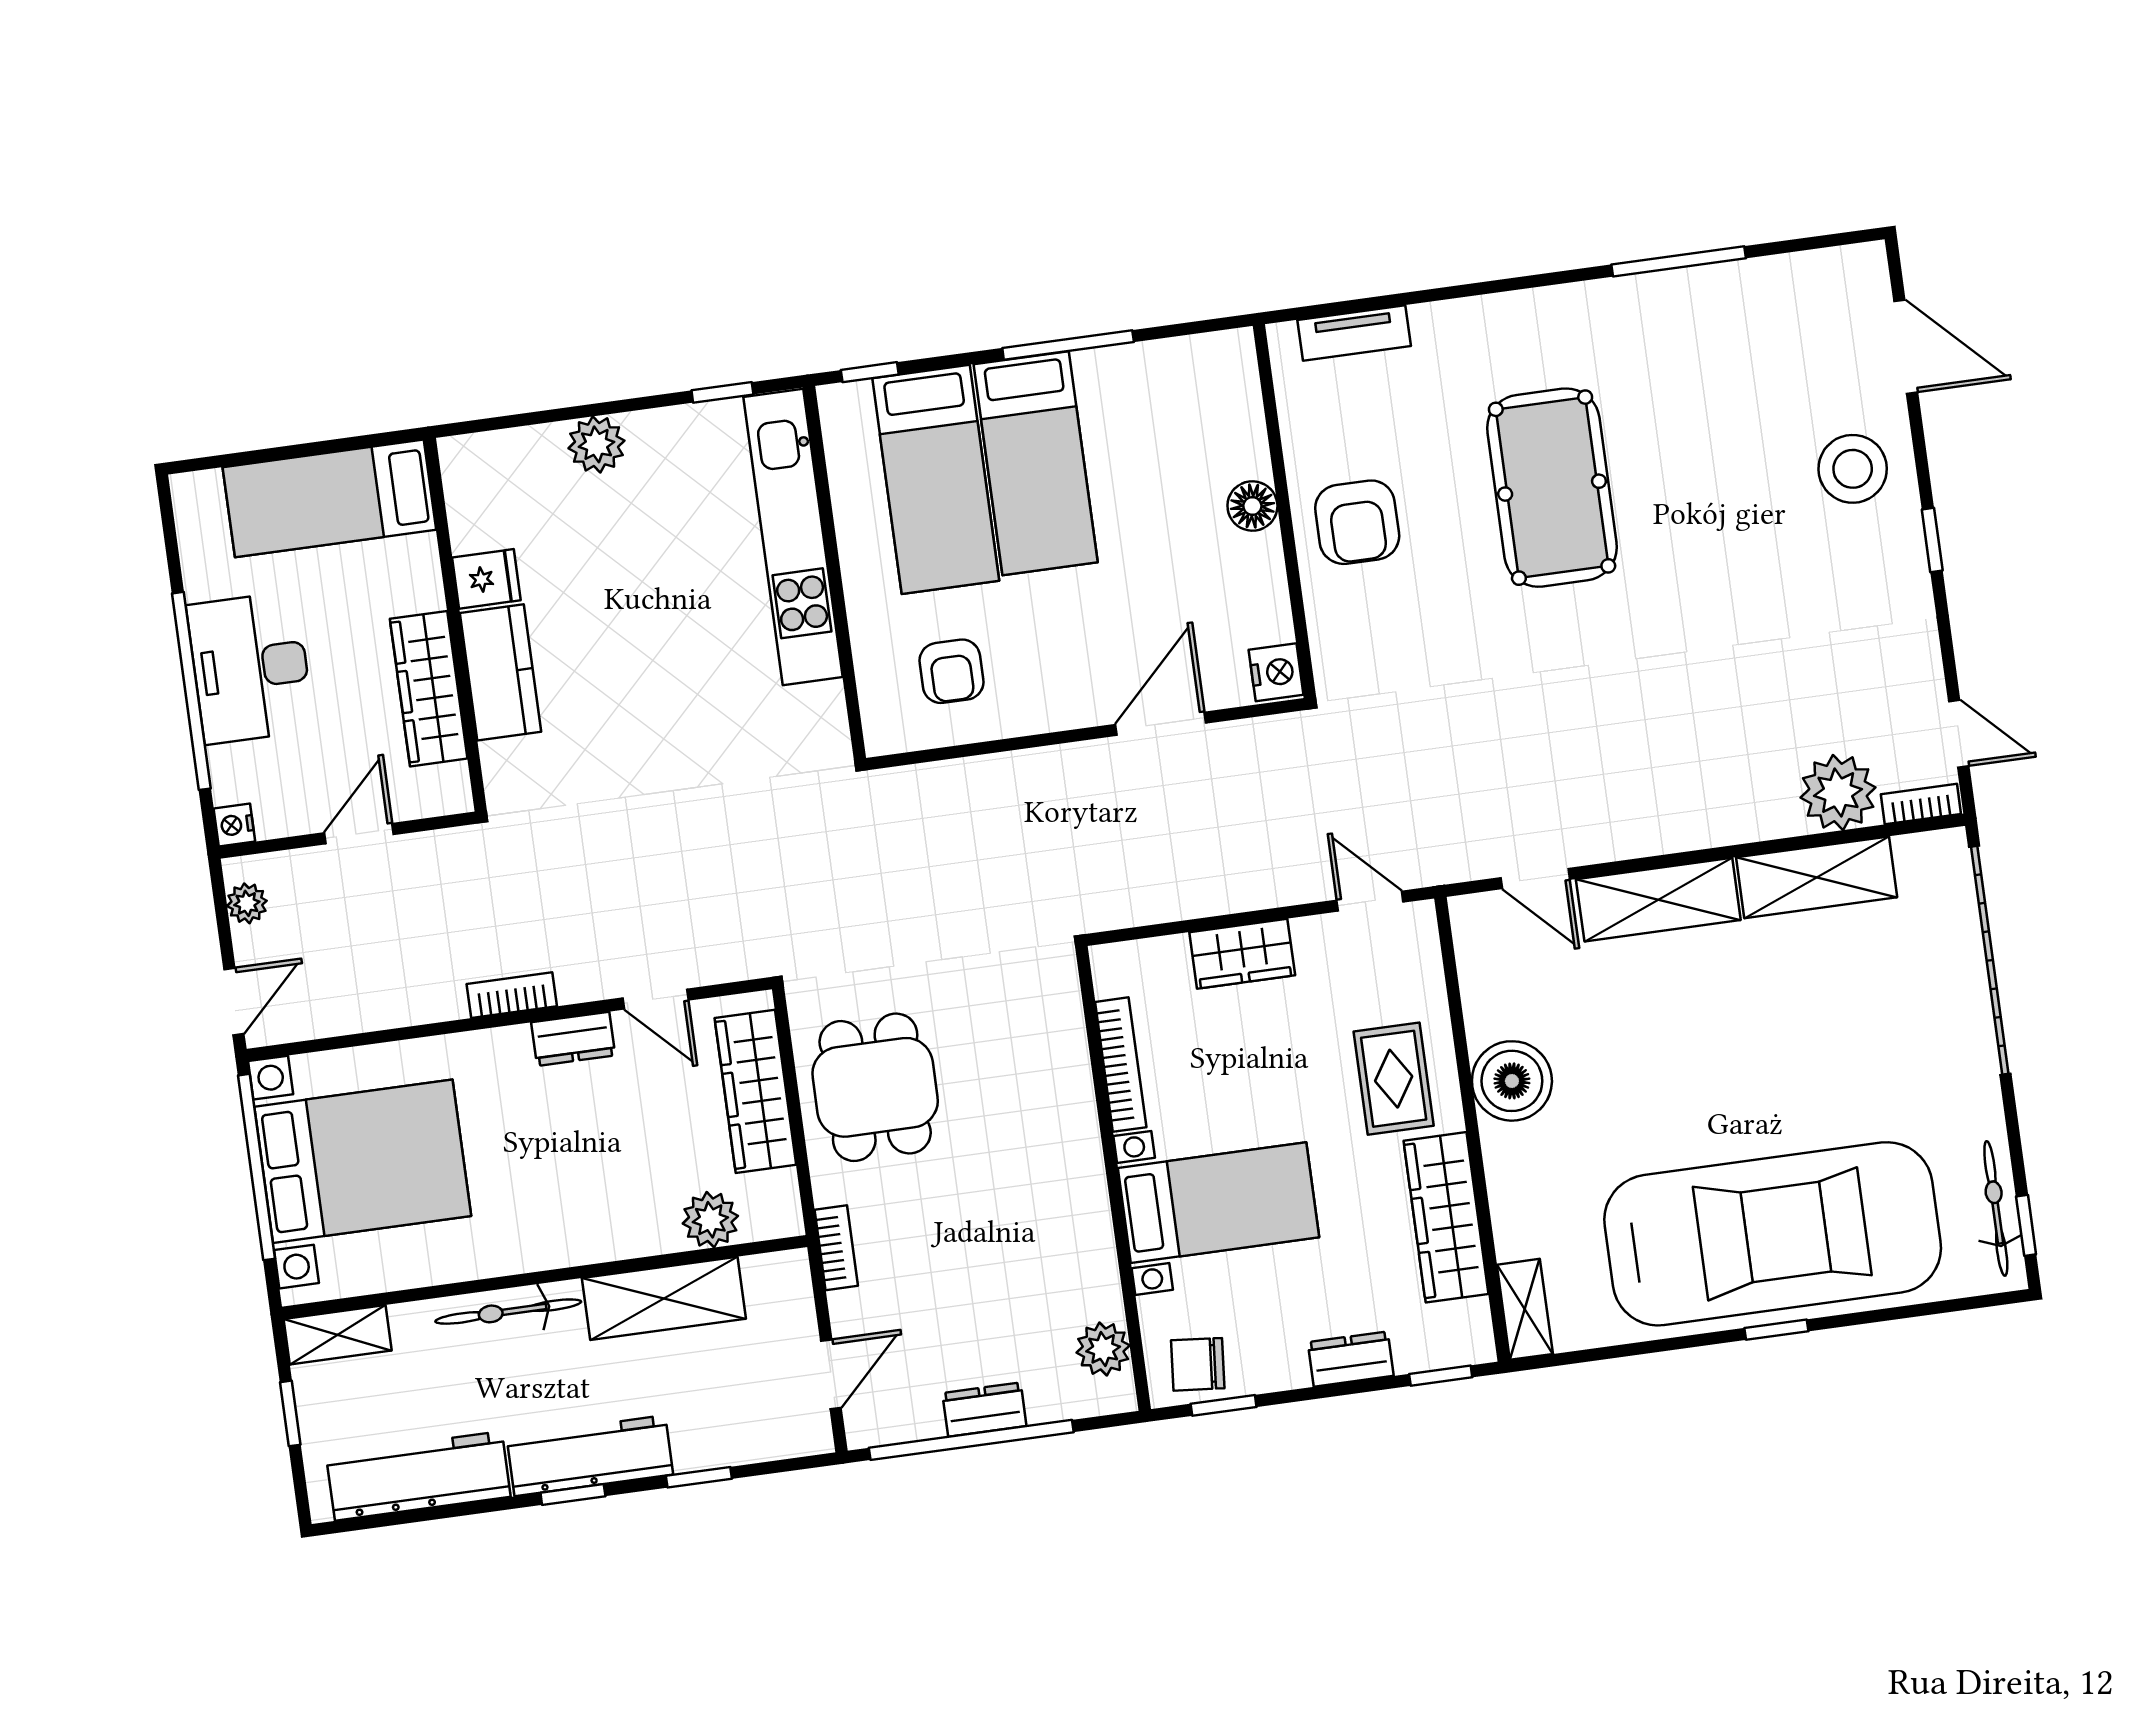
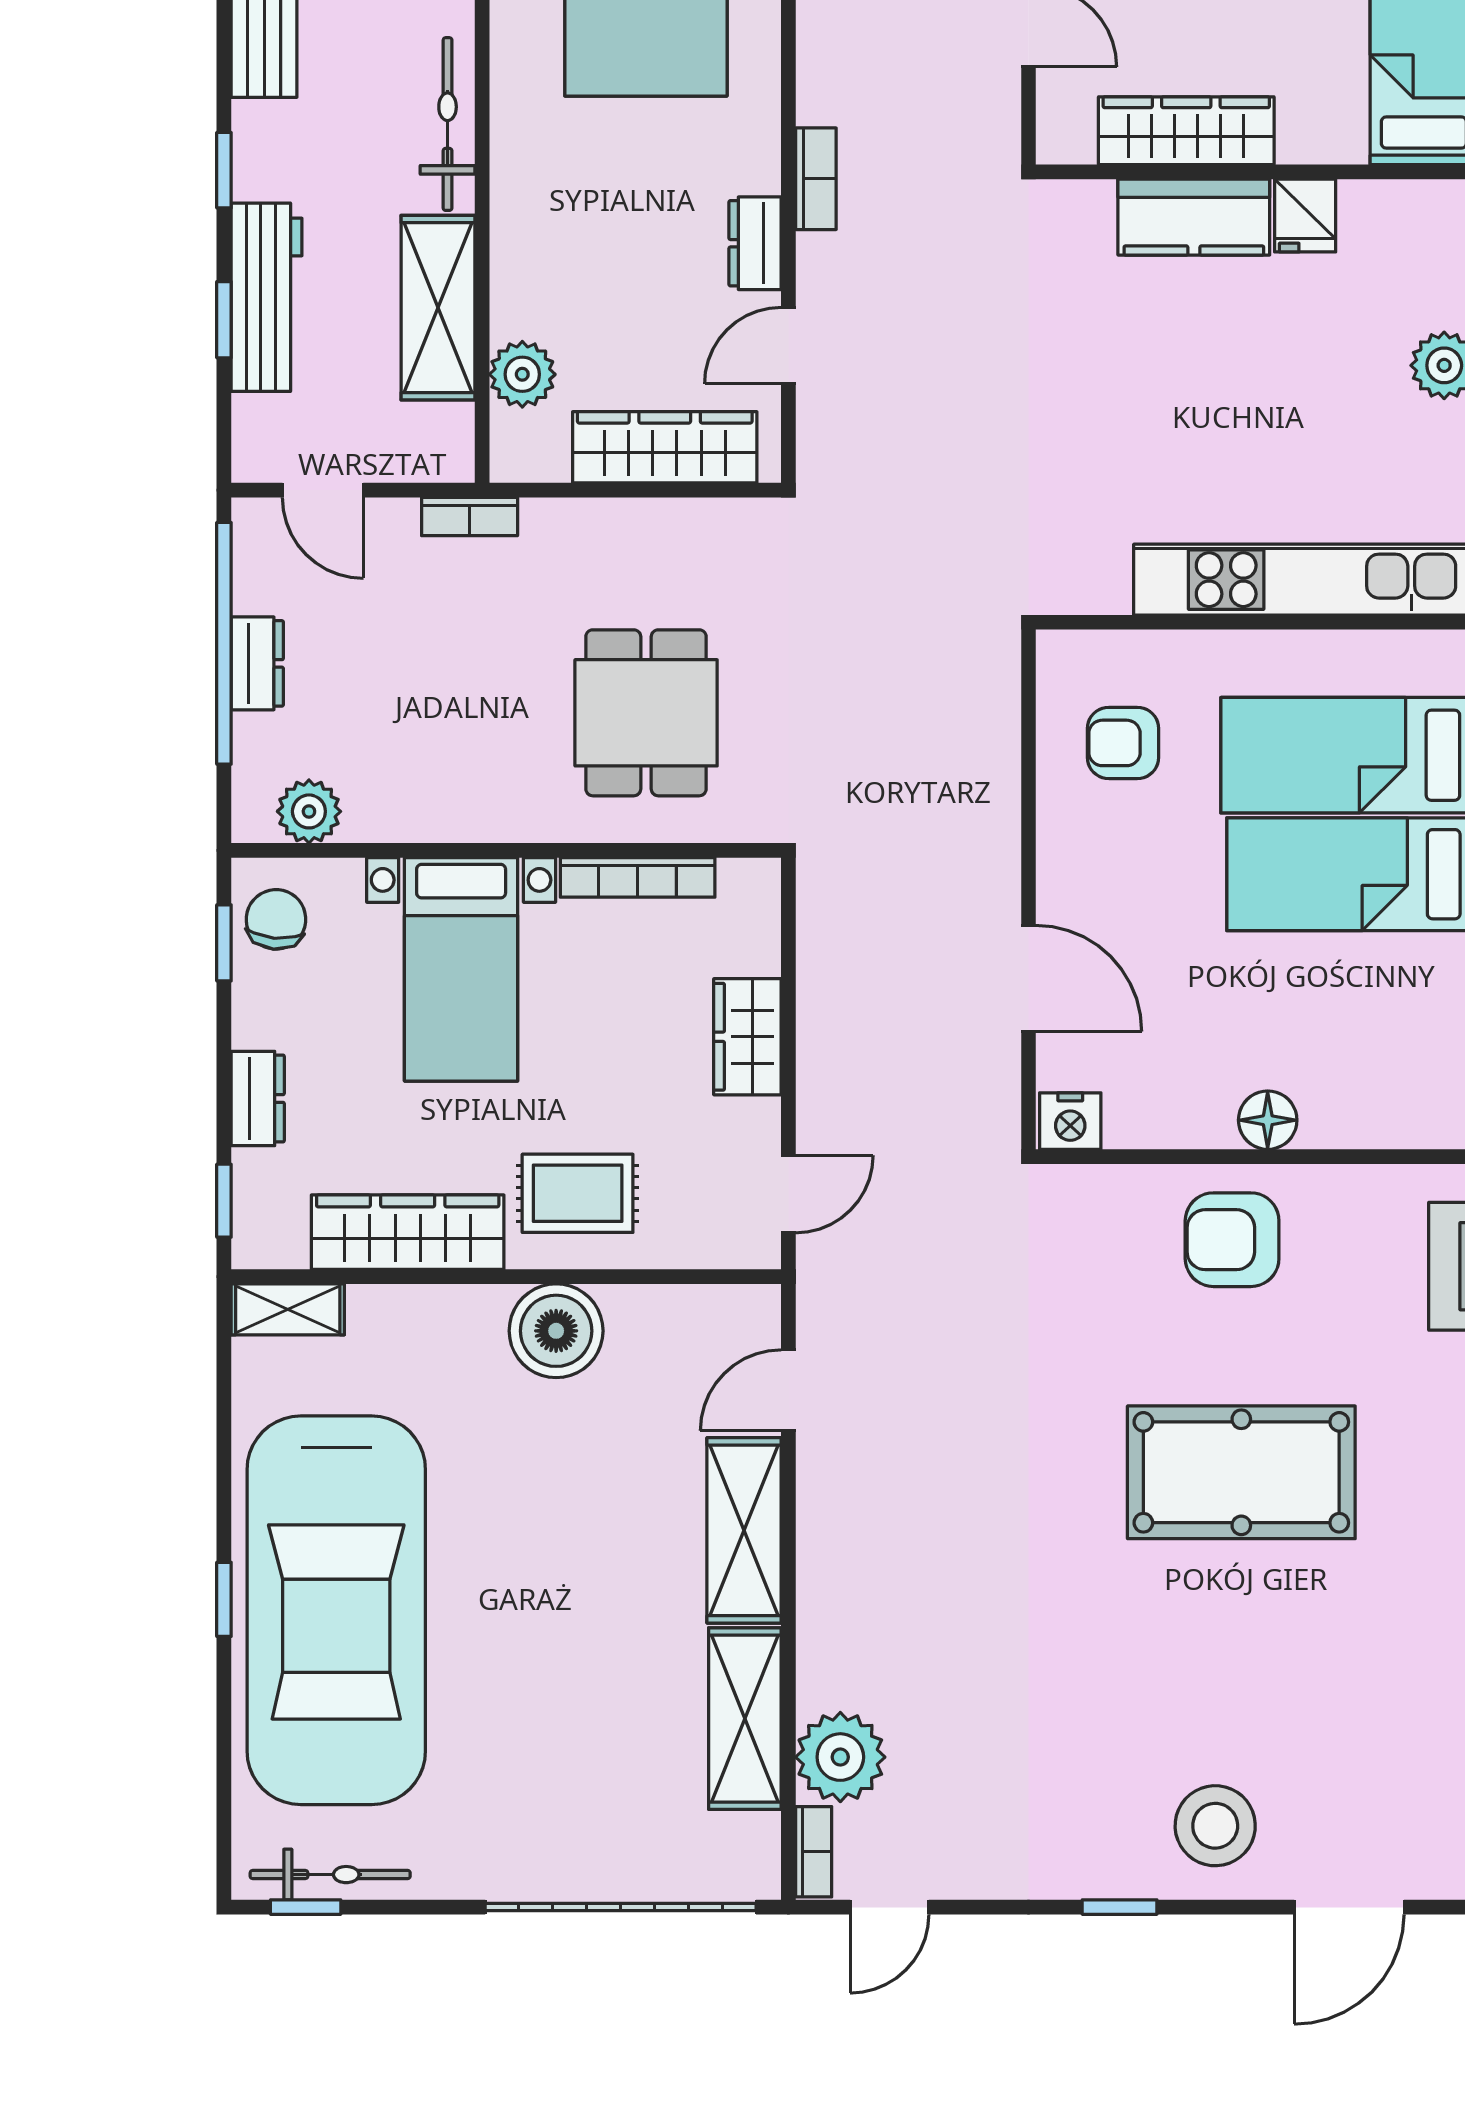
dining table: (875, 1087) -> (646, 713), moved, turned 90
workbench: (590, 1456) -> (267, 297), moved

